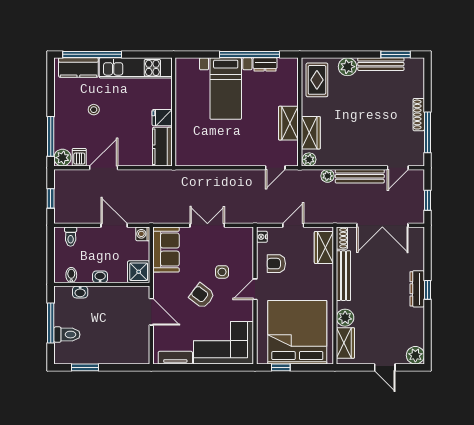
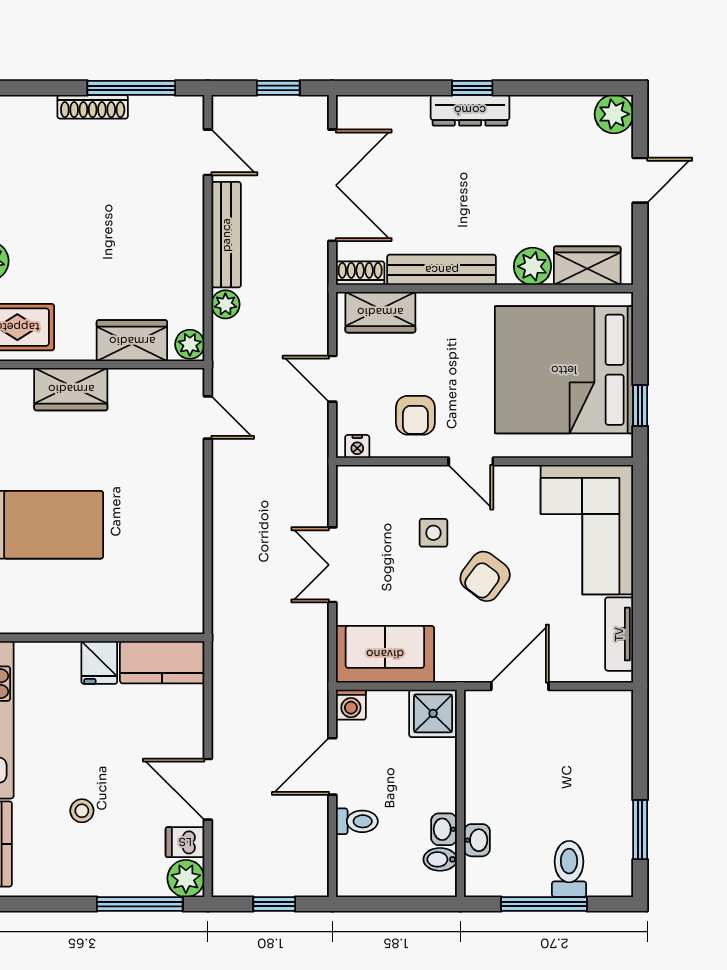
wardrobe: (288, 123) -> (71, 389), moved
toilet: (71, 237) -> (357, 821), moved
washbasin: (100, 277) -> (444, 829), moved

